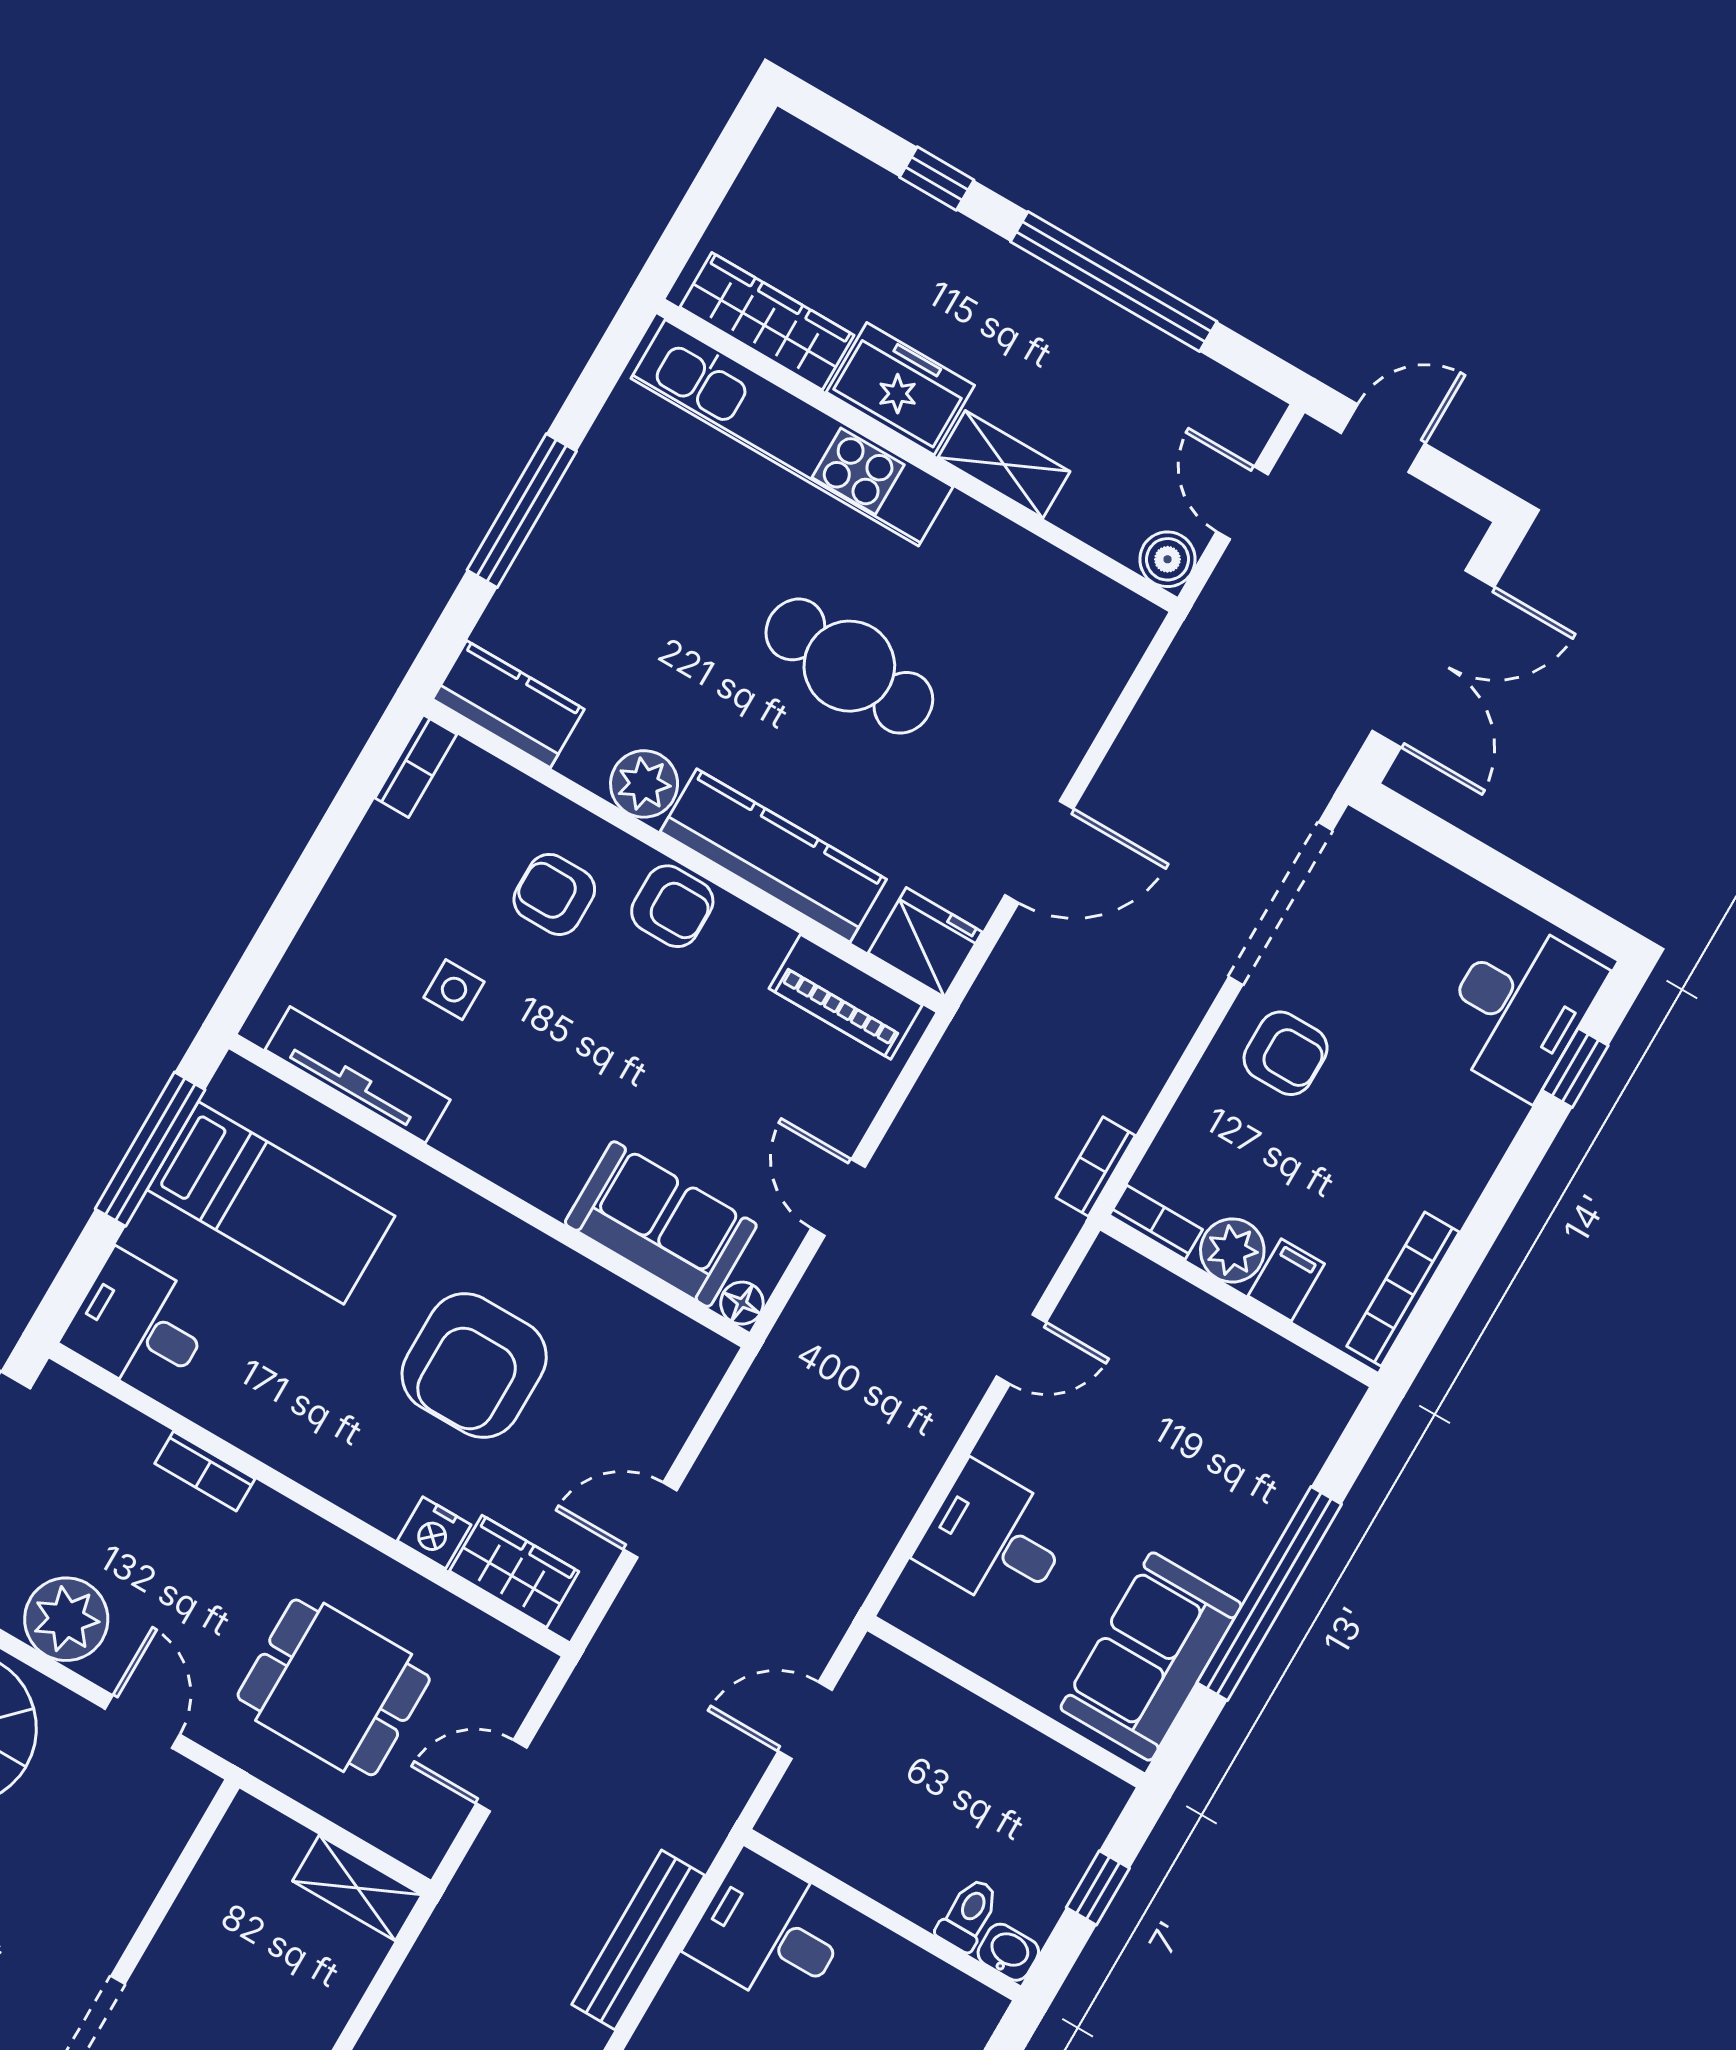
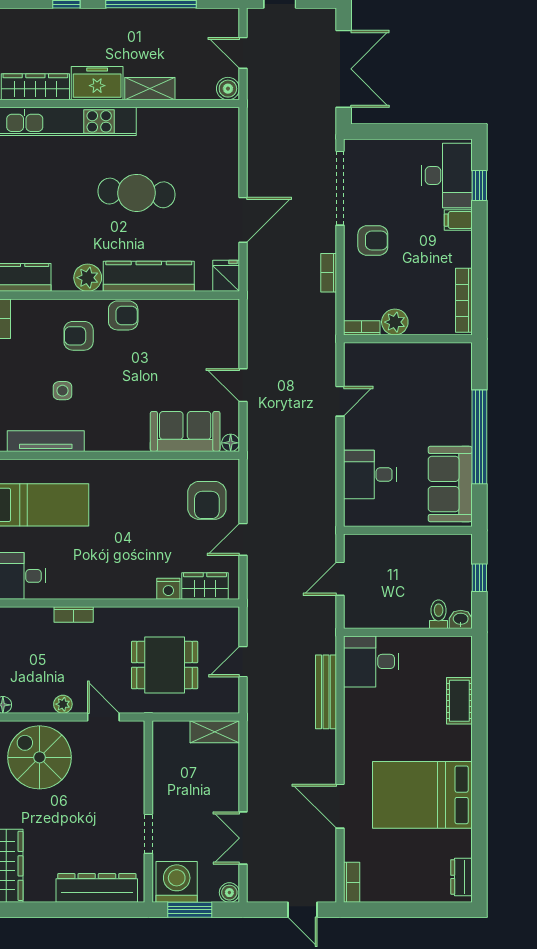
fridge: (925, 942) -> (226, 276), width x0.72
piano: (846, 997) -> (204, 312), removed
bookcase: (1096, 1167) -> (329, 273), moved
filing cabinet: (1286, 1280) -> (458, 220), moved, turned -90
armchair: (474, 1365) -> (207, 500), moved, width x0.73, depth x0.73
plant: (66, 1619) -> (63, 704), width x0.53, depth x0.53

